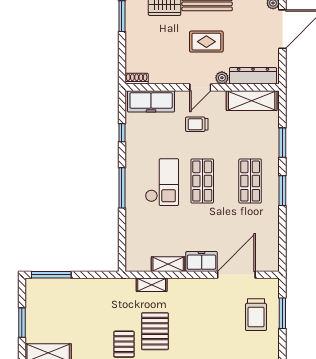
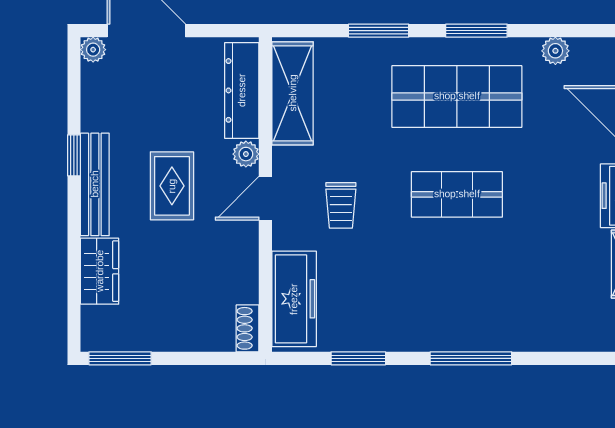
door: (200, 87) -> (265, 198), swing flipped
window: (122, 133) -> (358, 358), width x1.50
shop shelf: (250, 181) -> (457, 96), width x1.43, depth x1.36
checkout: (162, 182) -> (459, 277), removed
plant: (272, 229) -> (555, 51), added

